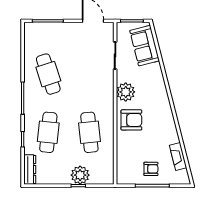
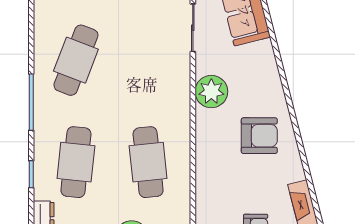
cafe table: (48, 74) -> (76, 60), turned 39
armchair: (131, 120) -> (259, 136), moved

